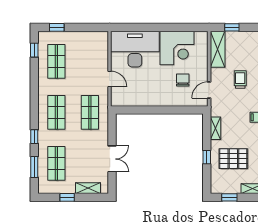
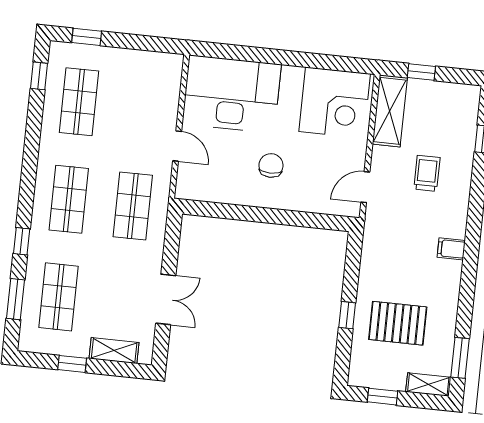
corner desk: (177, 48) -> (335, 103), moved
chair: (183, 80) -> (271, 165), moved
shelving: (215, 128) -> (370, 262), removed

